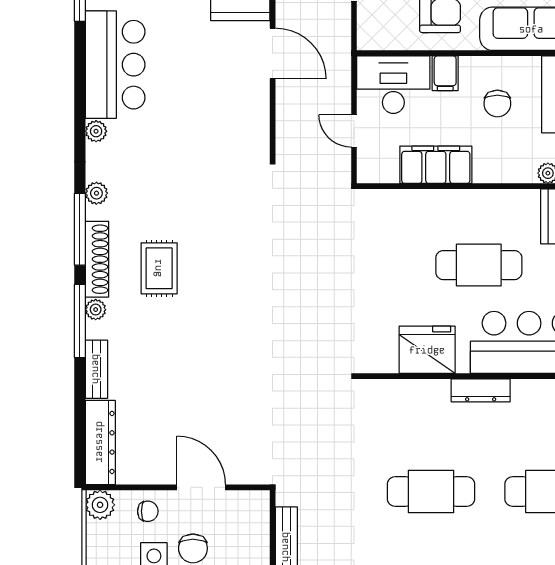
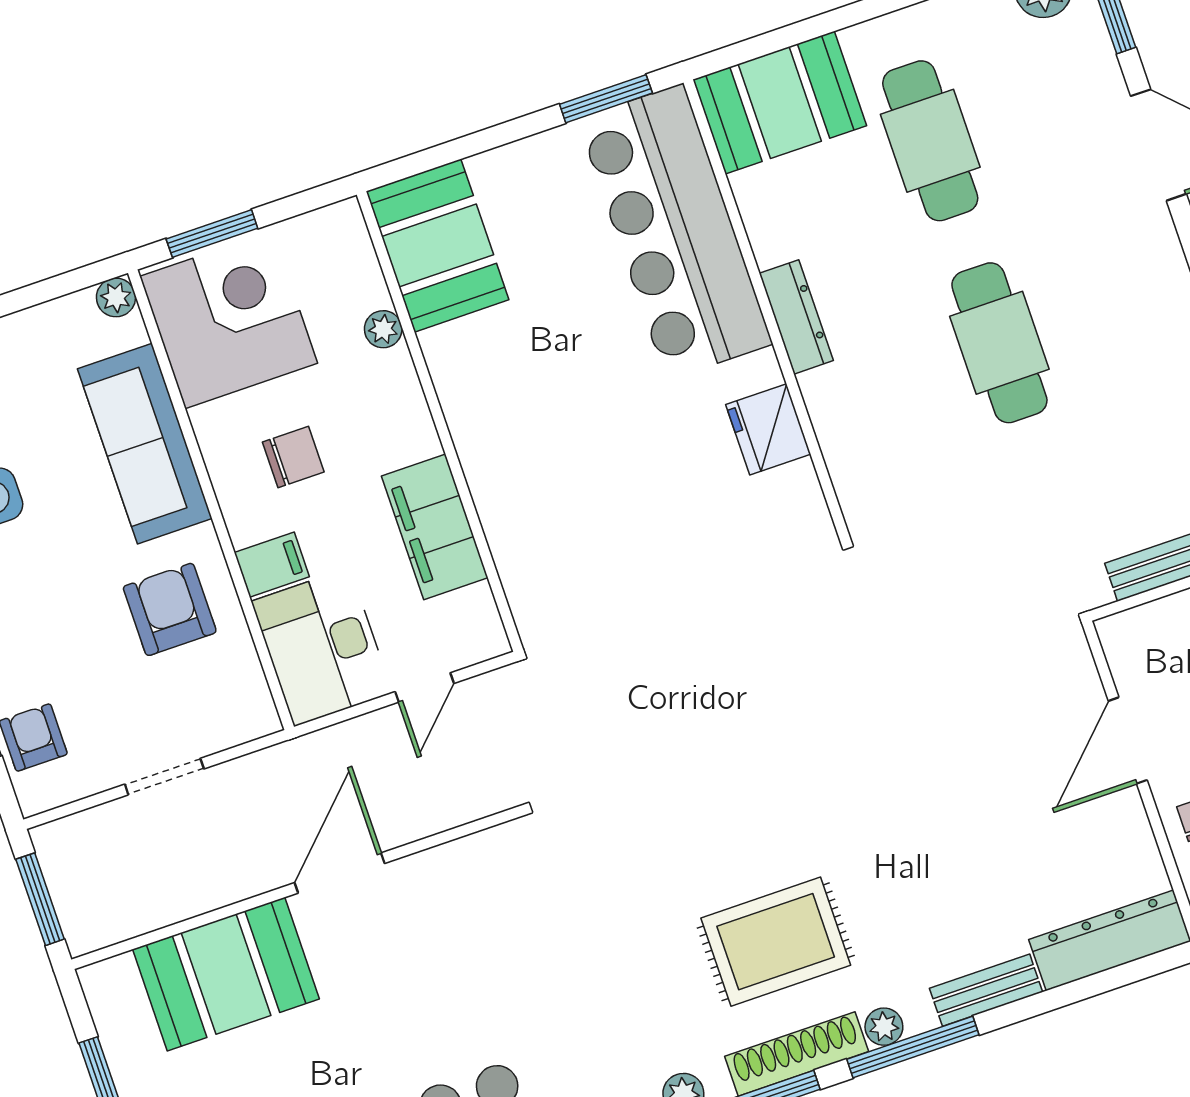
cafe table: (479, 265) -> (582, 394), removed
rug: (159, 268) -> (776, 942), width x1.36, depth x1.43
fridge: (427, 350) -> (768, 429), width x0.73, depth x0.75

